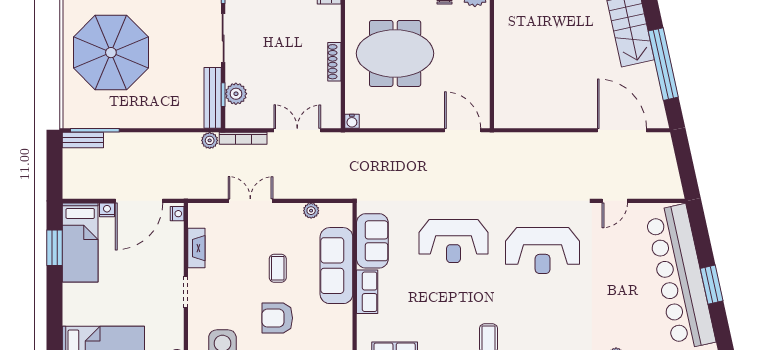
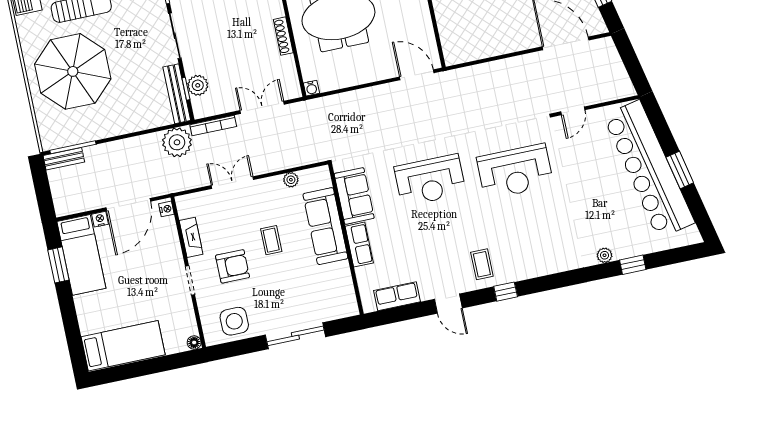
plant: (210, 140) -> (177, 142), width x1.88, depth x1.88
armchair: (277, 318) -> (233, 266), moved, turned 180

